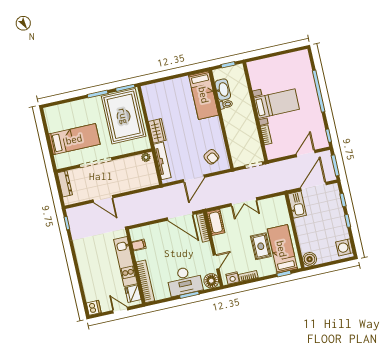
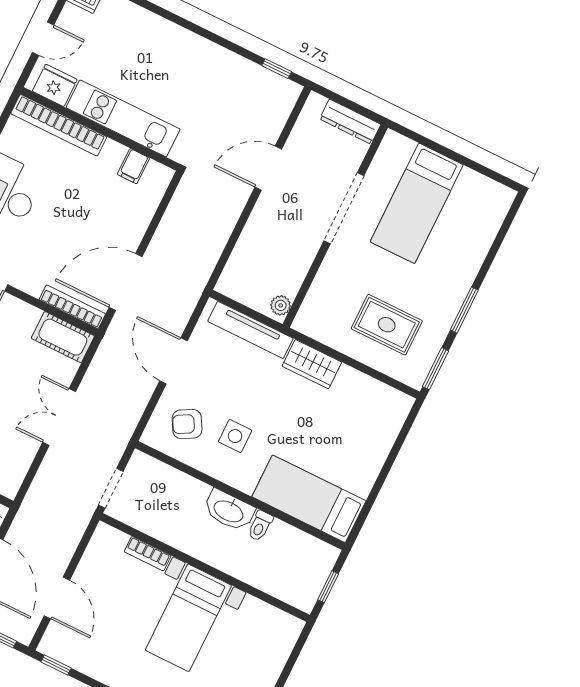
washbasin: (223, 90) -> (229, 511), moved
rug: (124, 116) -> (387, 325), width x0.54, depth x0.49
side table: (202, 137) -> (235, 436), added

